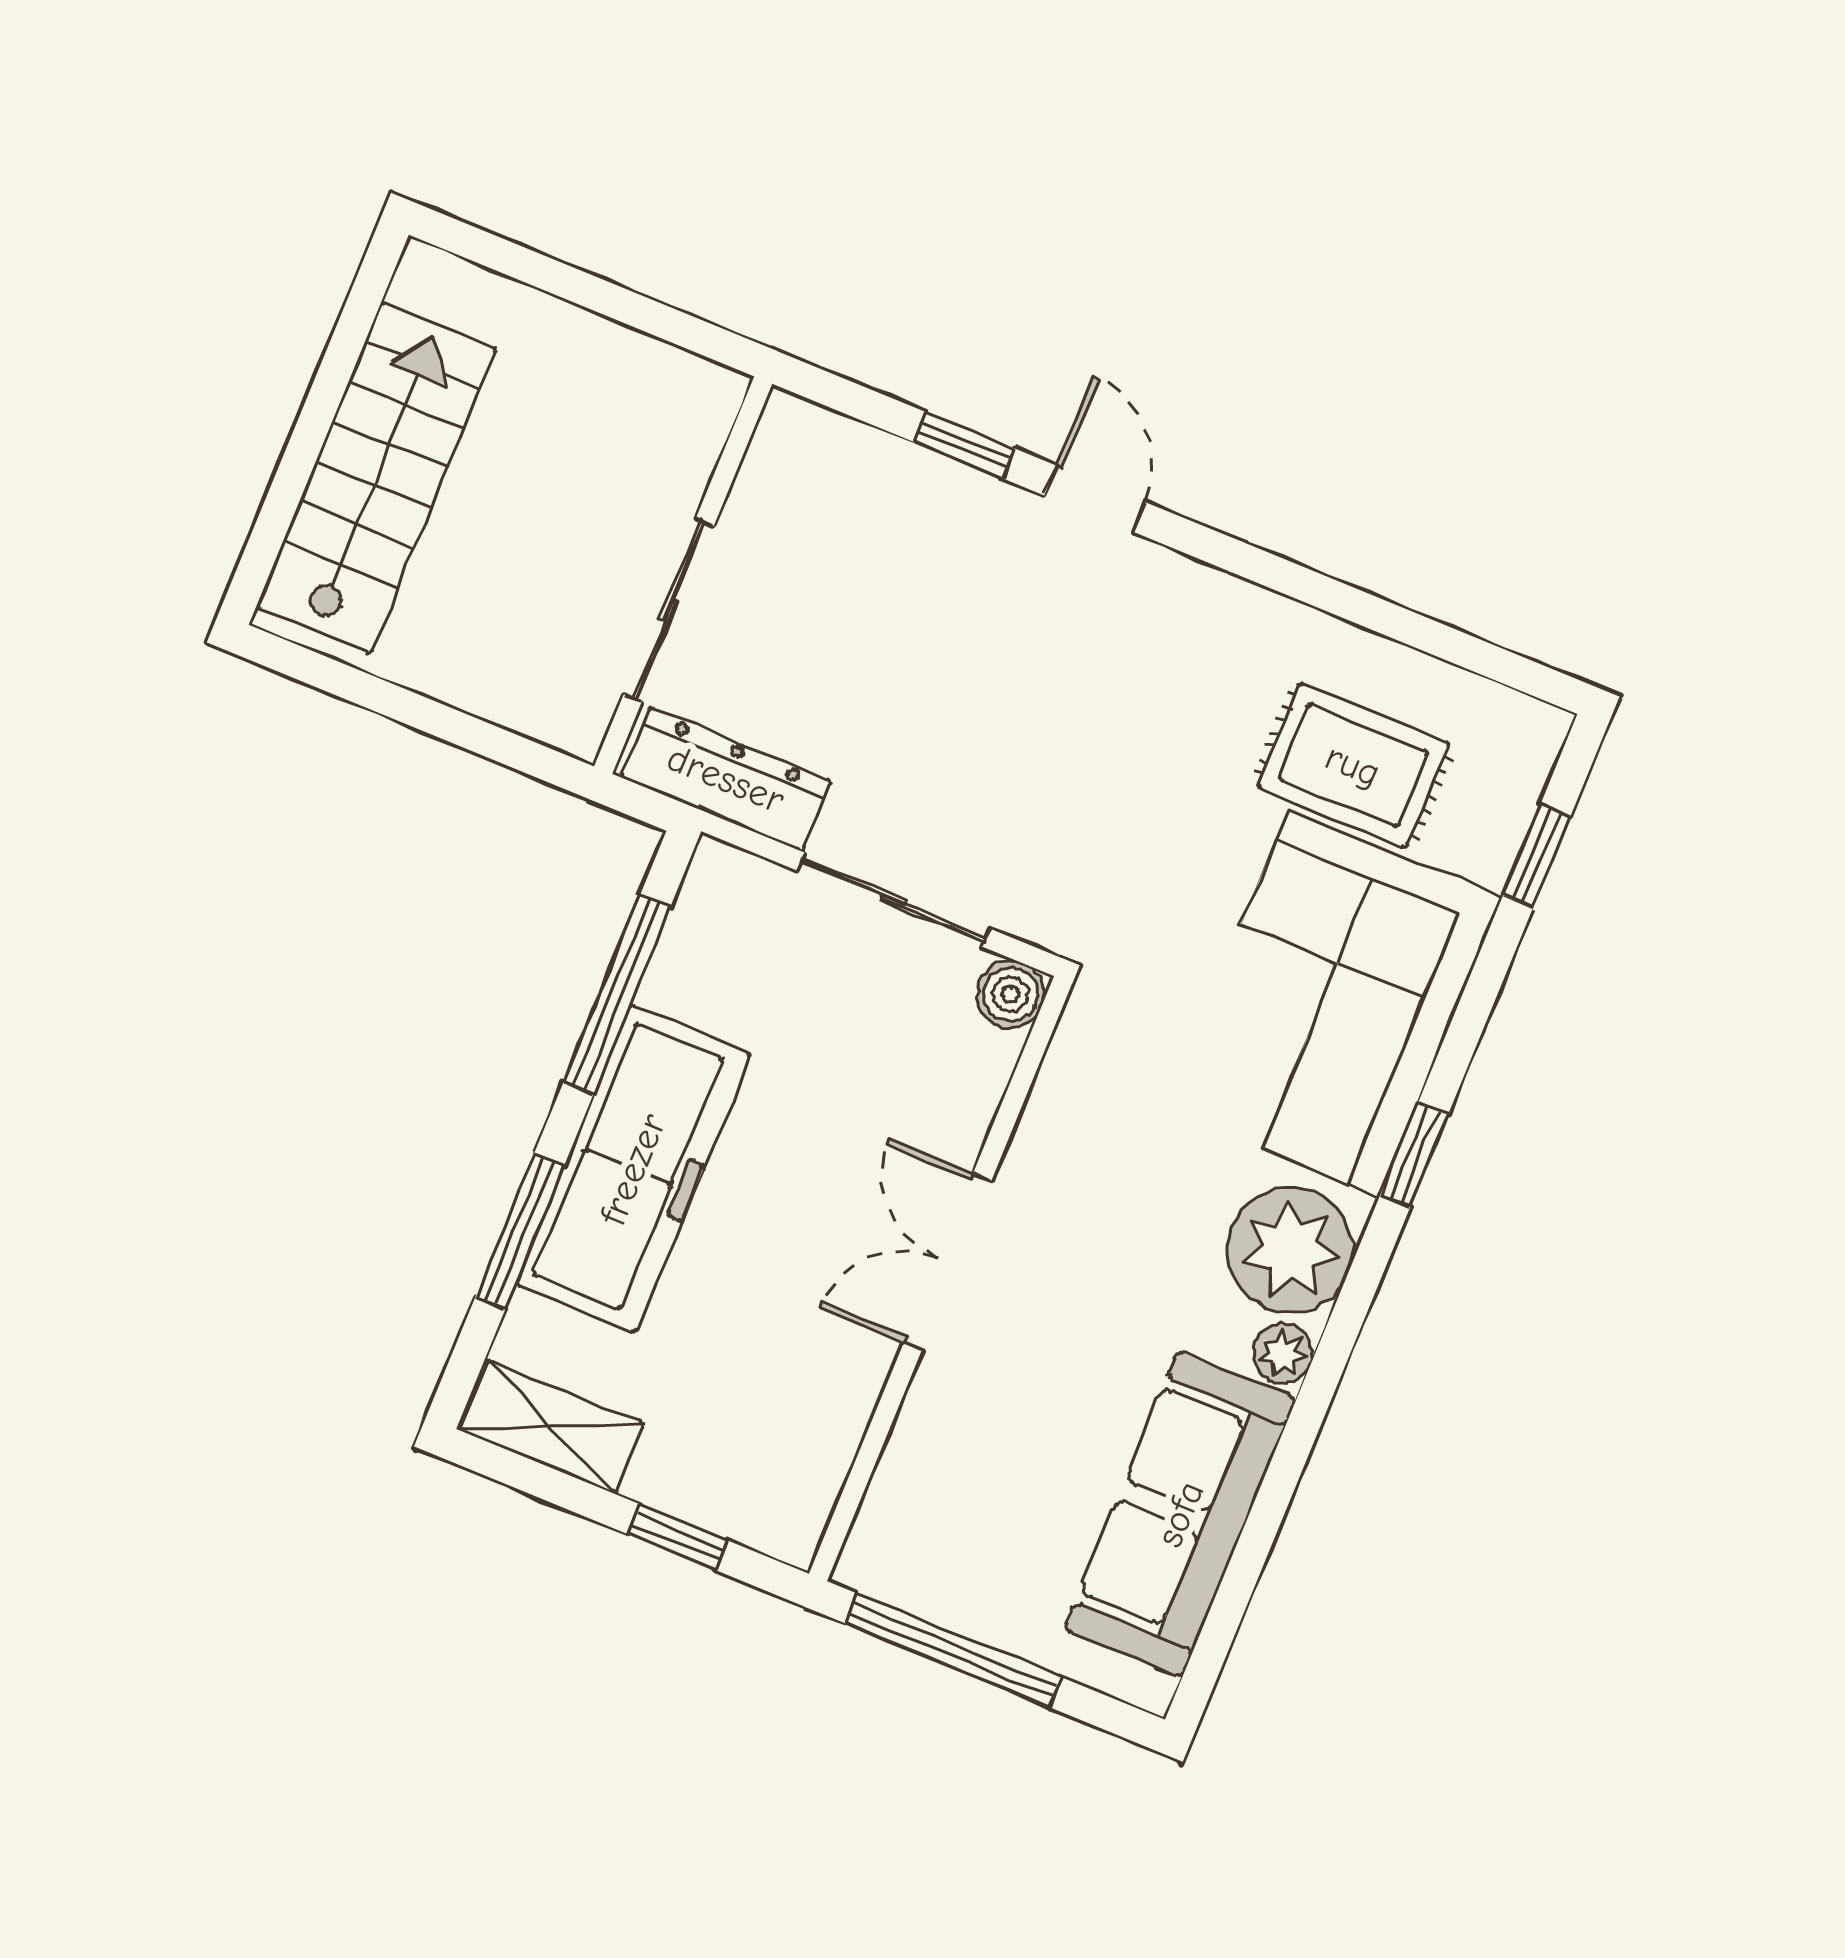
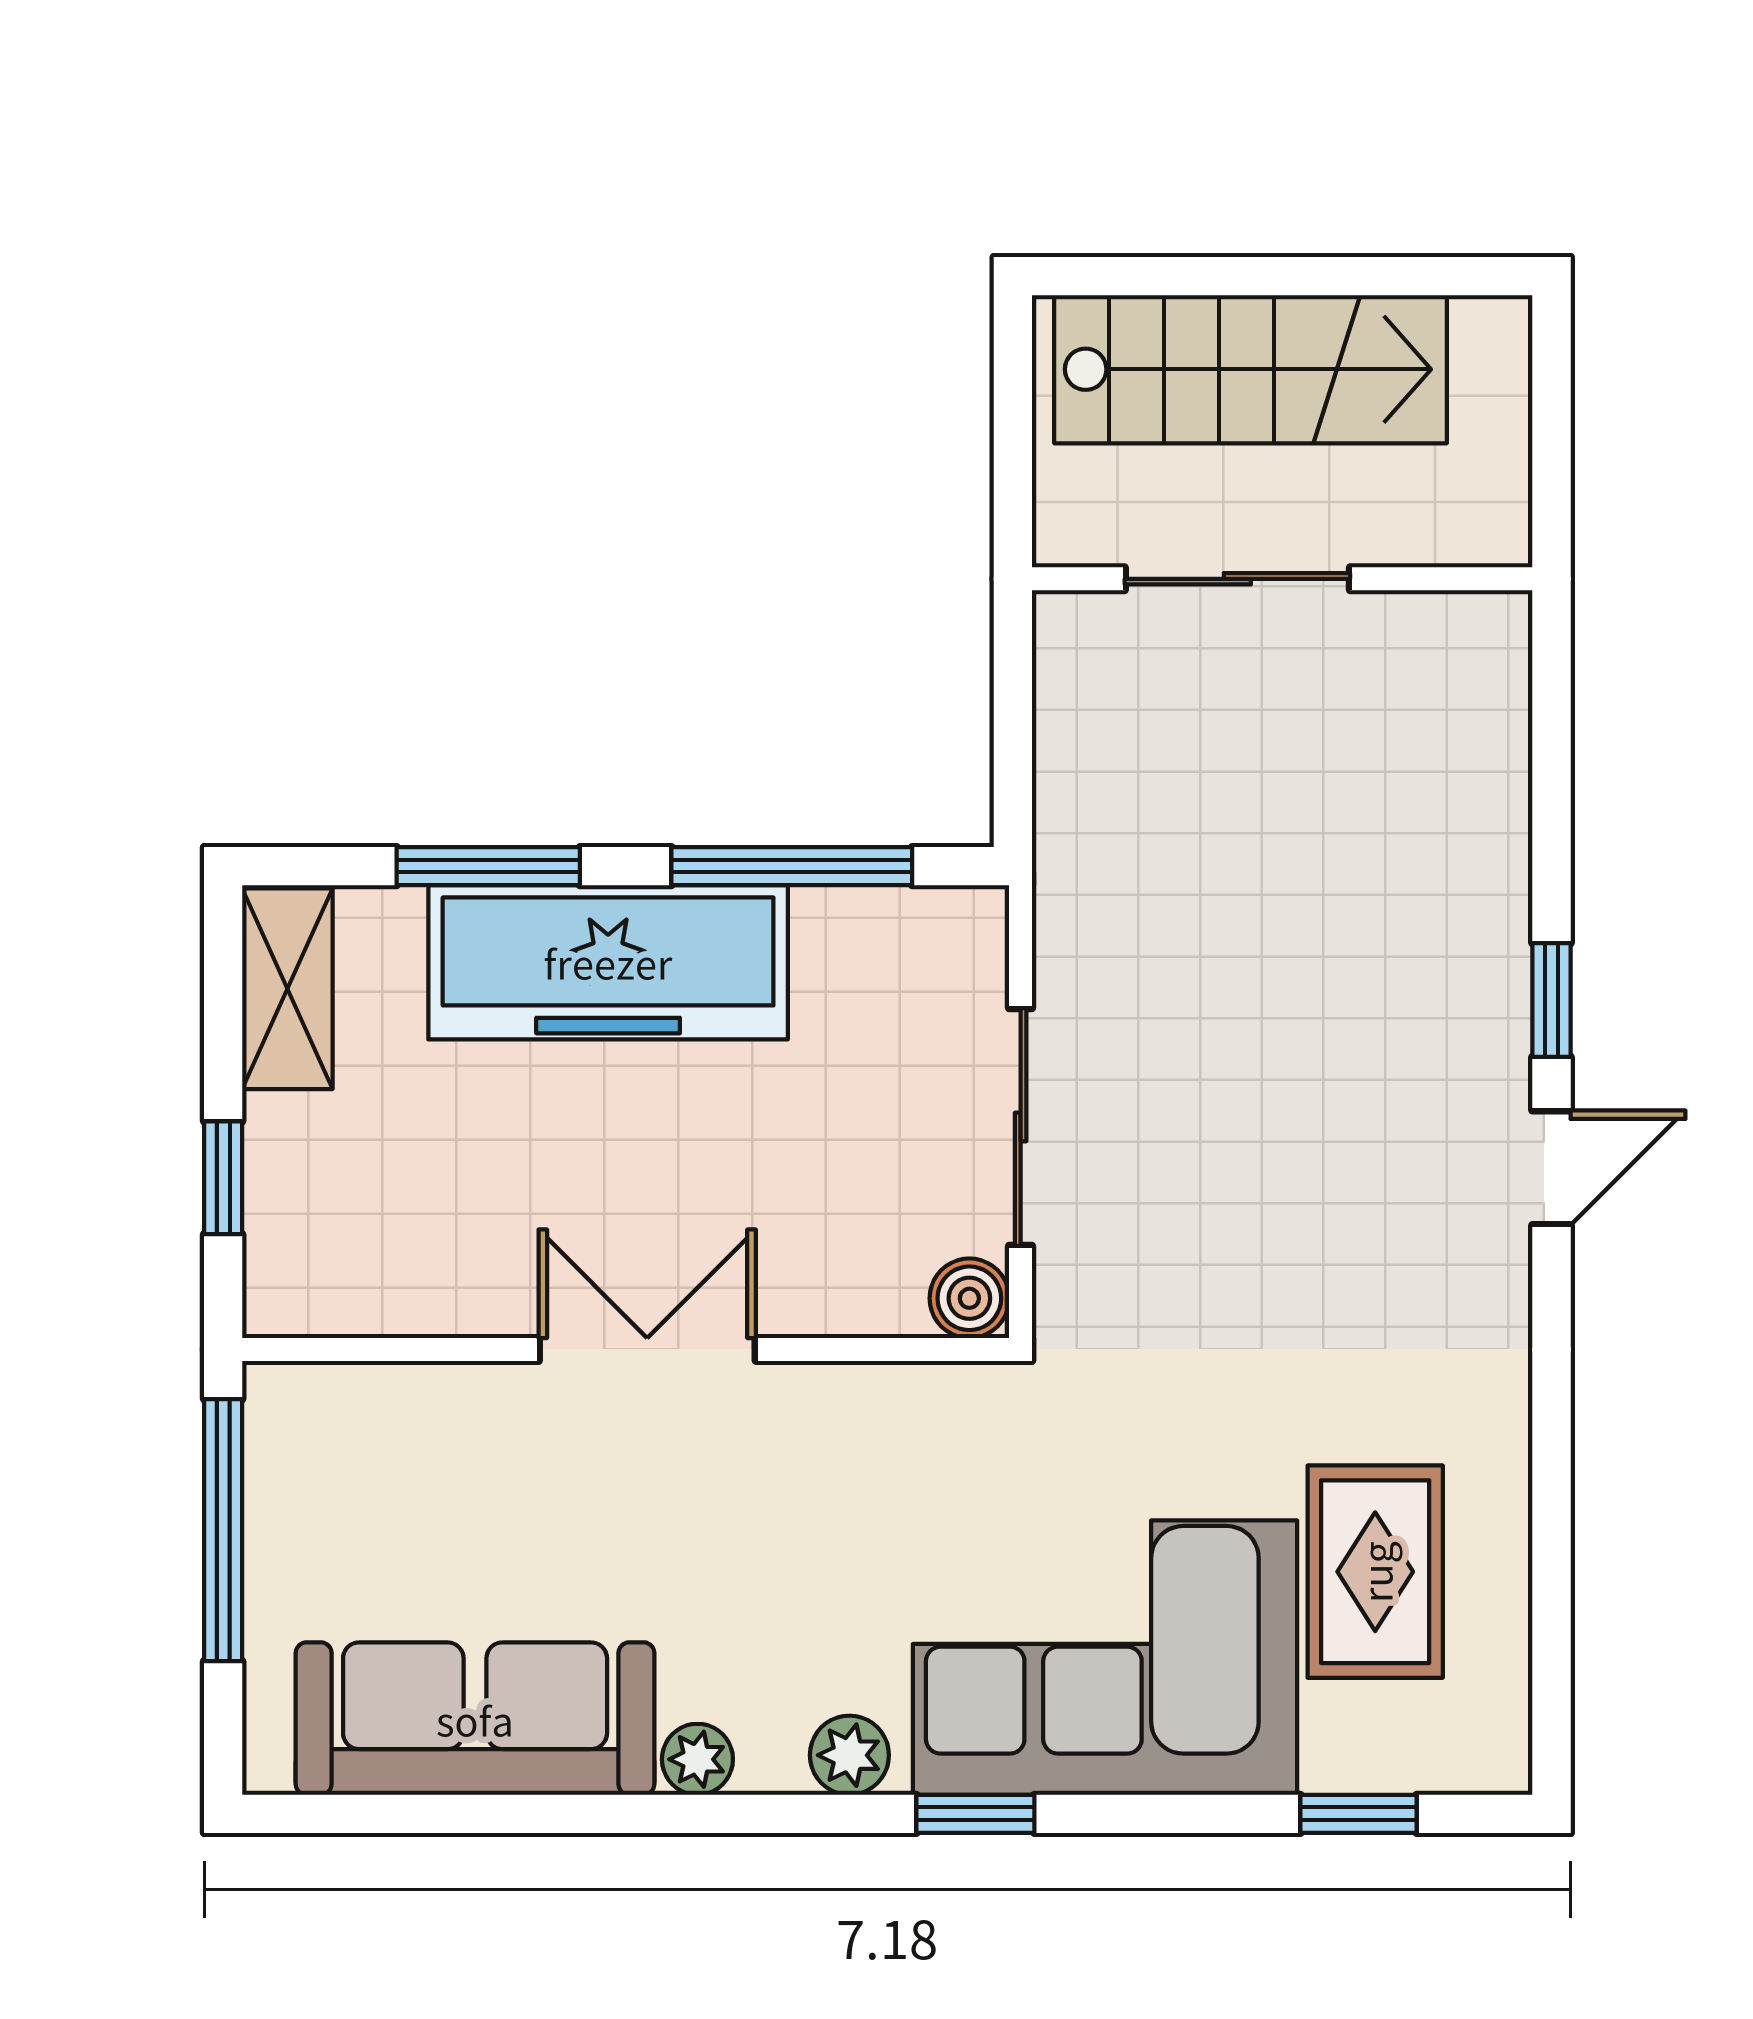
wall: (683, 575) -> (1282, 579), moved
sliding door: (669, 610) -> (1237, 579), moved
dresser: (726, 779) -> (1077, 889), removed
plant: (1290, 1250) -> (849, 1755), width x0.53, depth x0.53

